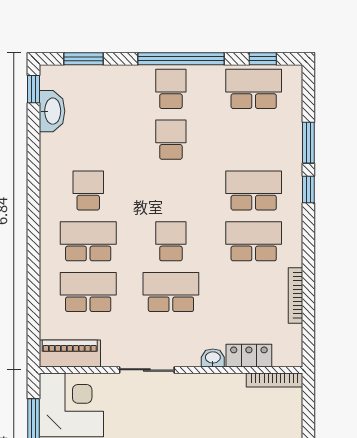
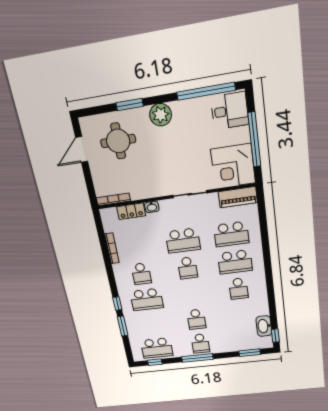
window: (181, 59) -> (197, 358), width x0.68
school desk: (254, 241) -> (141, 274), width x0.54

